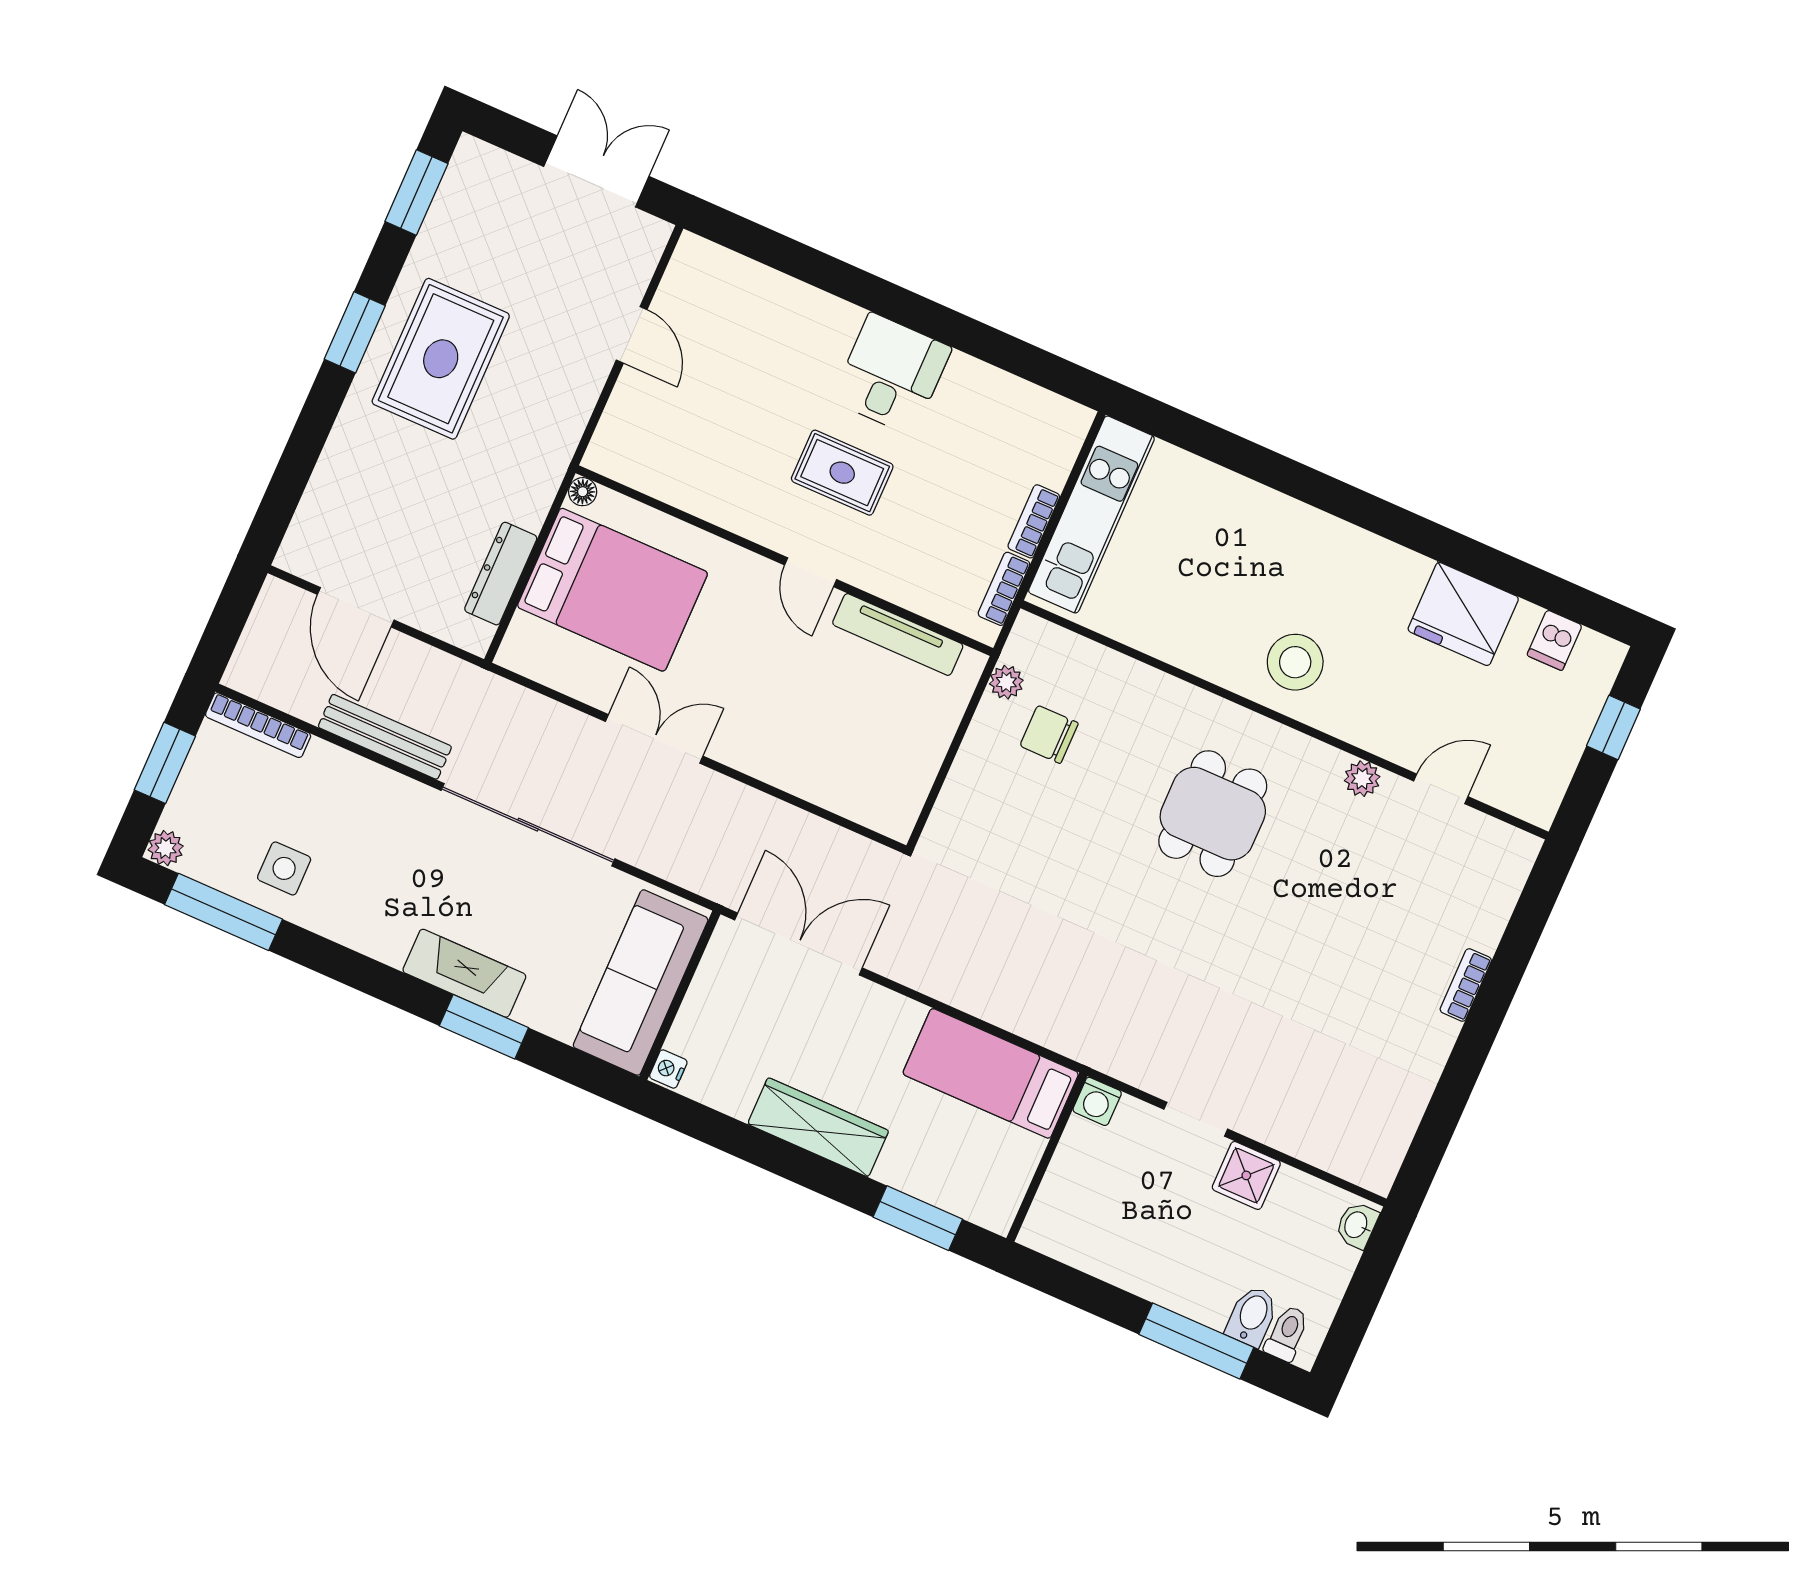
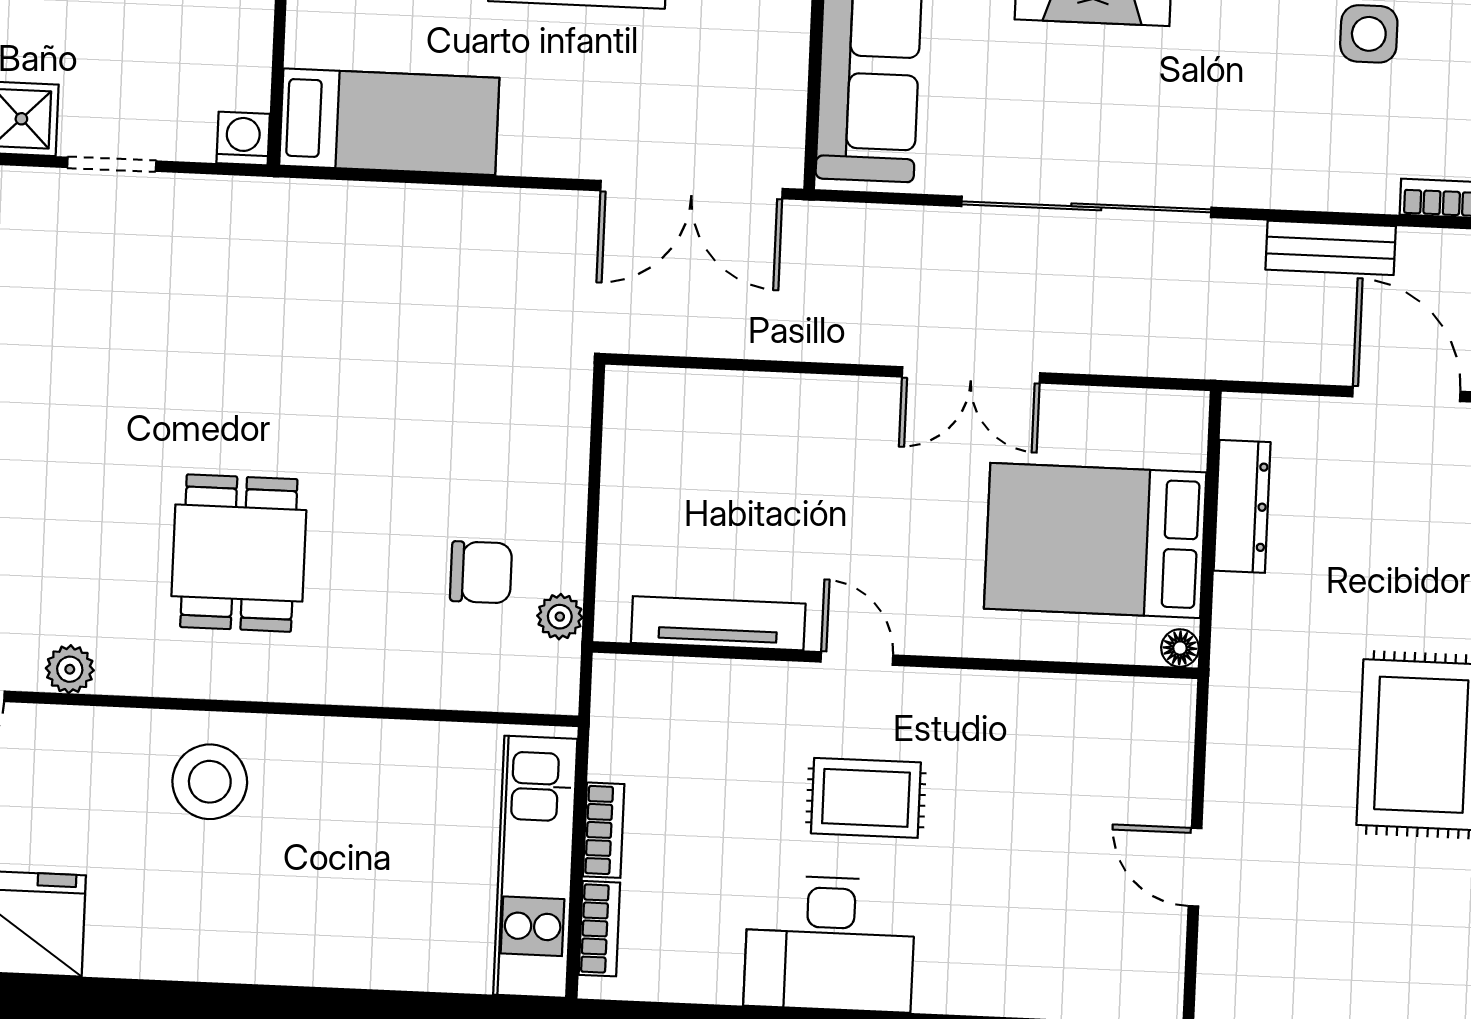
desk: (891, 374) -> (830, 944), width x1.37
bookcase: (1004, 589) -> (599, 929), moved
bench: (385, 737) -> (1331, 248), width x0.73

